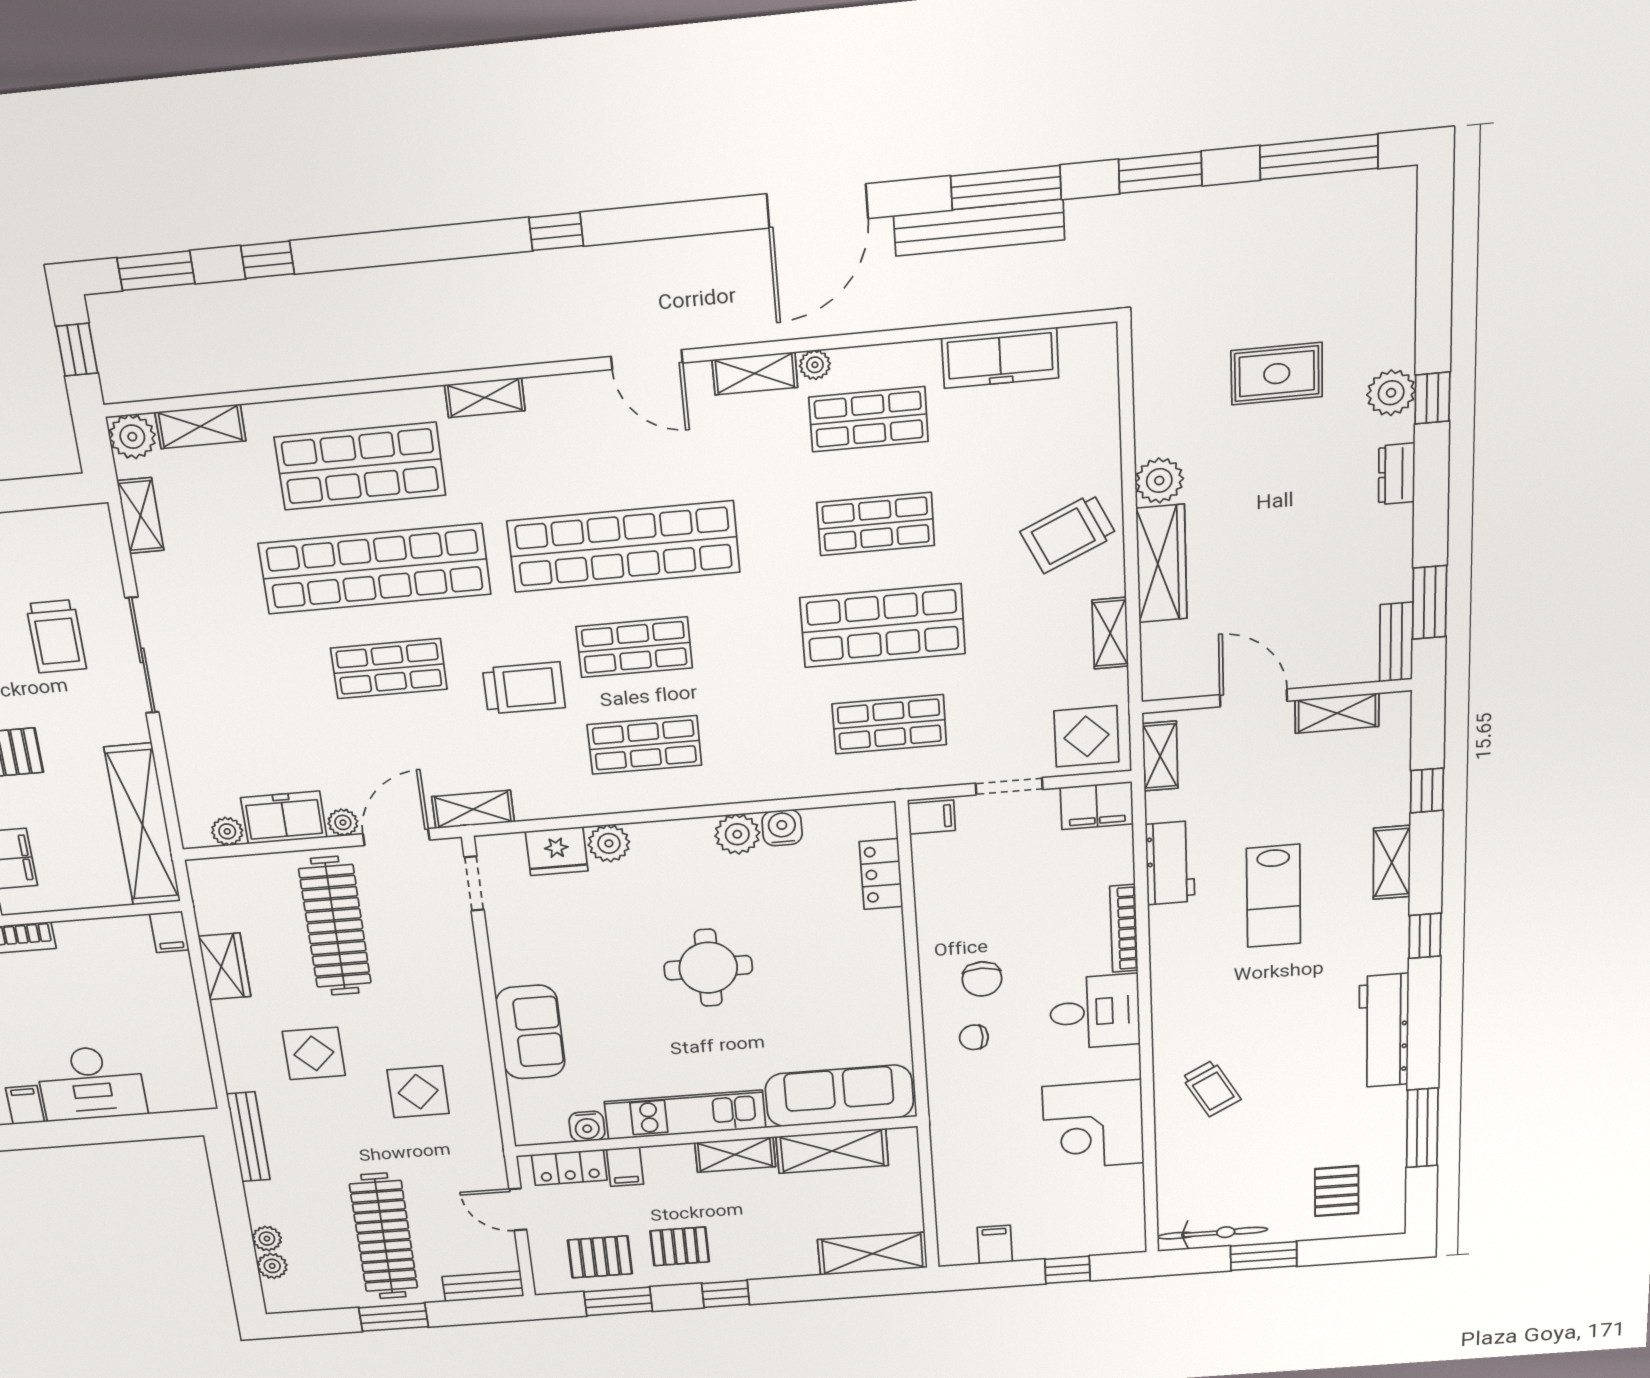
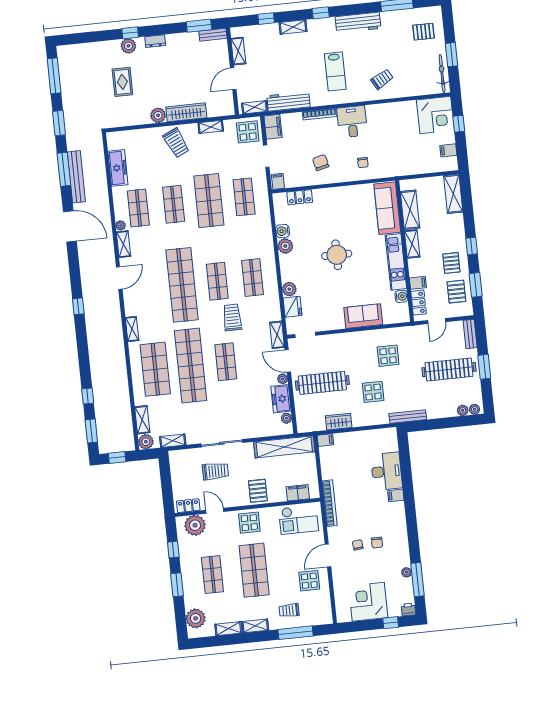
workbench: (1170, 863) -> (288, 101), width x1.38
lab bench: (1274, 896) -> (335, 71), moved, turned 90
chair: (982, 979) -> (321, 163), moved, turned -103
corner desk: (1093, 1125) -> (435, 115), moved
plant: (267, 1239) -> (475, 409), moved

